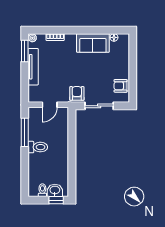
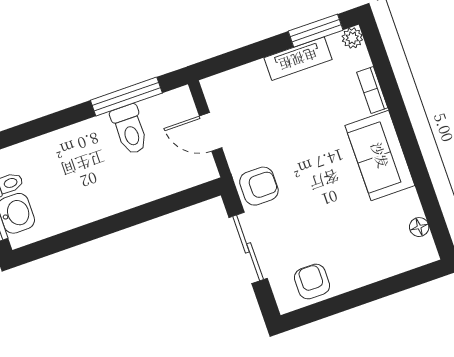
sofa: (93, 43) -> (380, 155), moved
tv unit: (33, 67) -> (298, 59), width x0.71
toilet: (38, 147) -> (130, 129), moved

